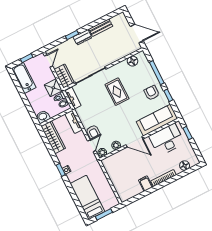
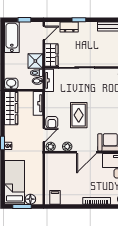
dresser: (82, 37) -> (69, 27), moved
rug: (117, 92) -> (79, 115), moved
door: (134, 142) -> (86, 152), hinge flipped
filing cabinet: (146, 184) -> (55, 197), moved
floor lamp: (108, 205) -> (30, 199), added

